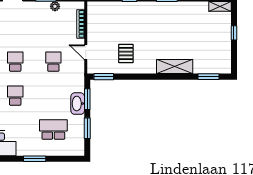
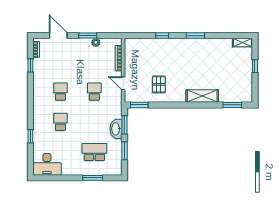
window: (35, 159) -> (93, 178), moved

